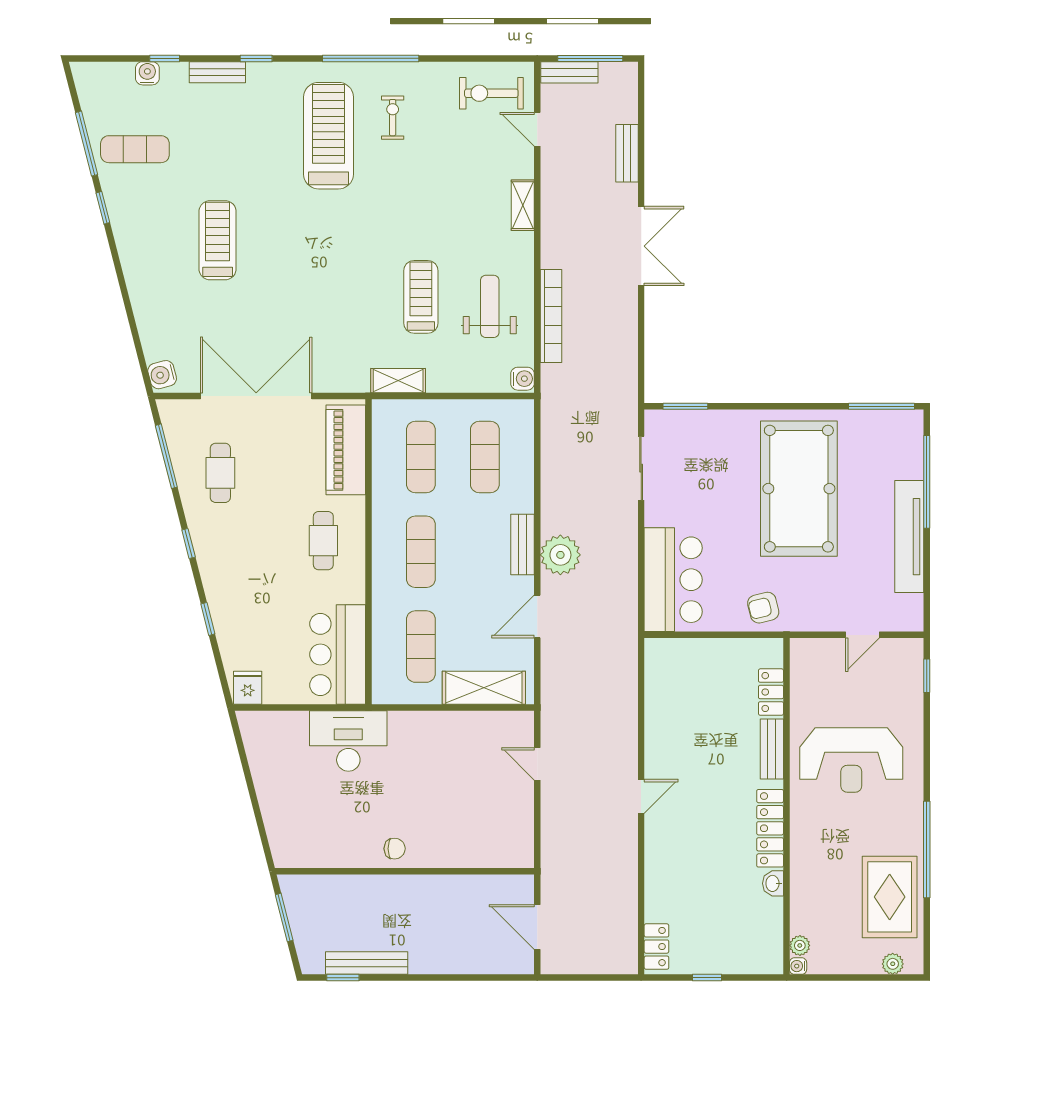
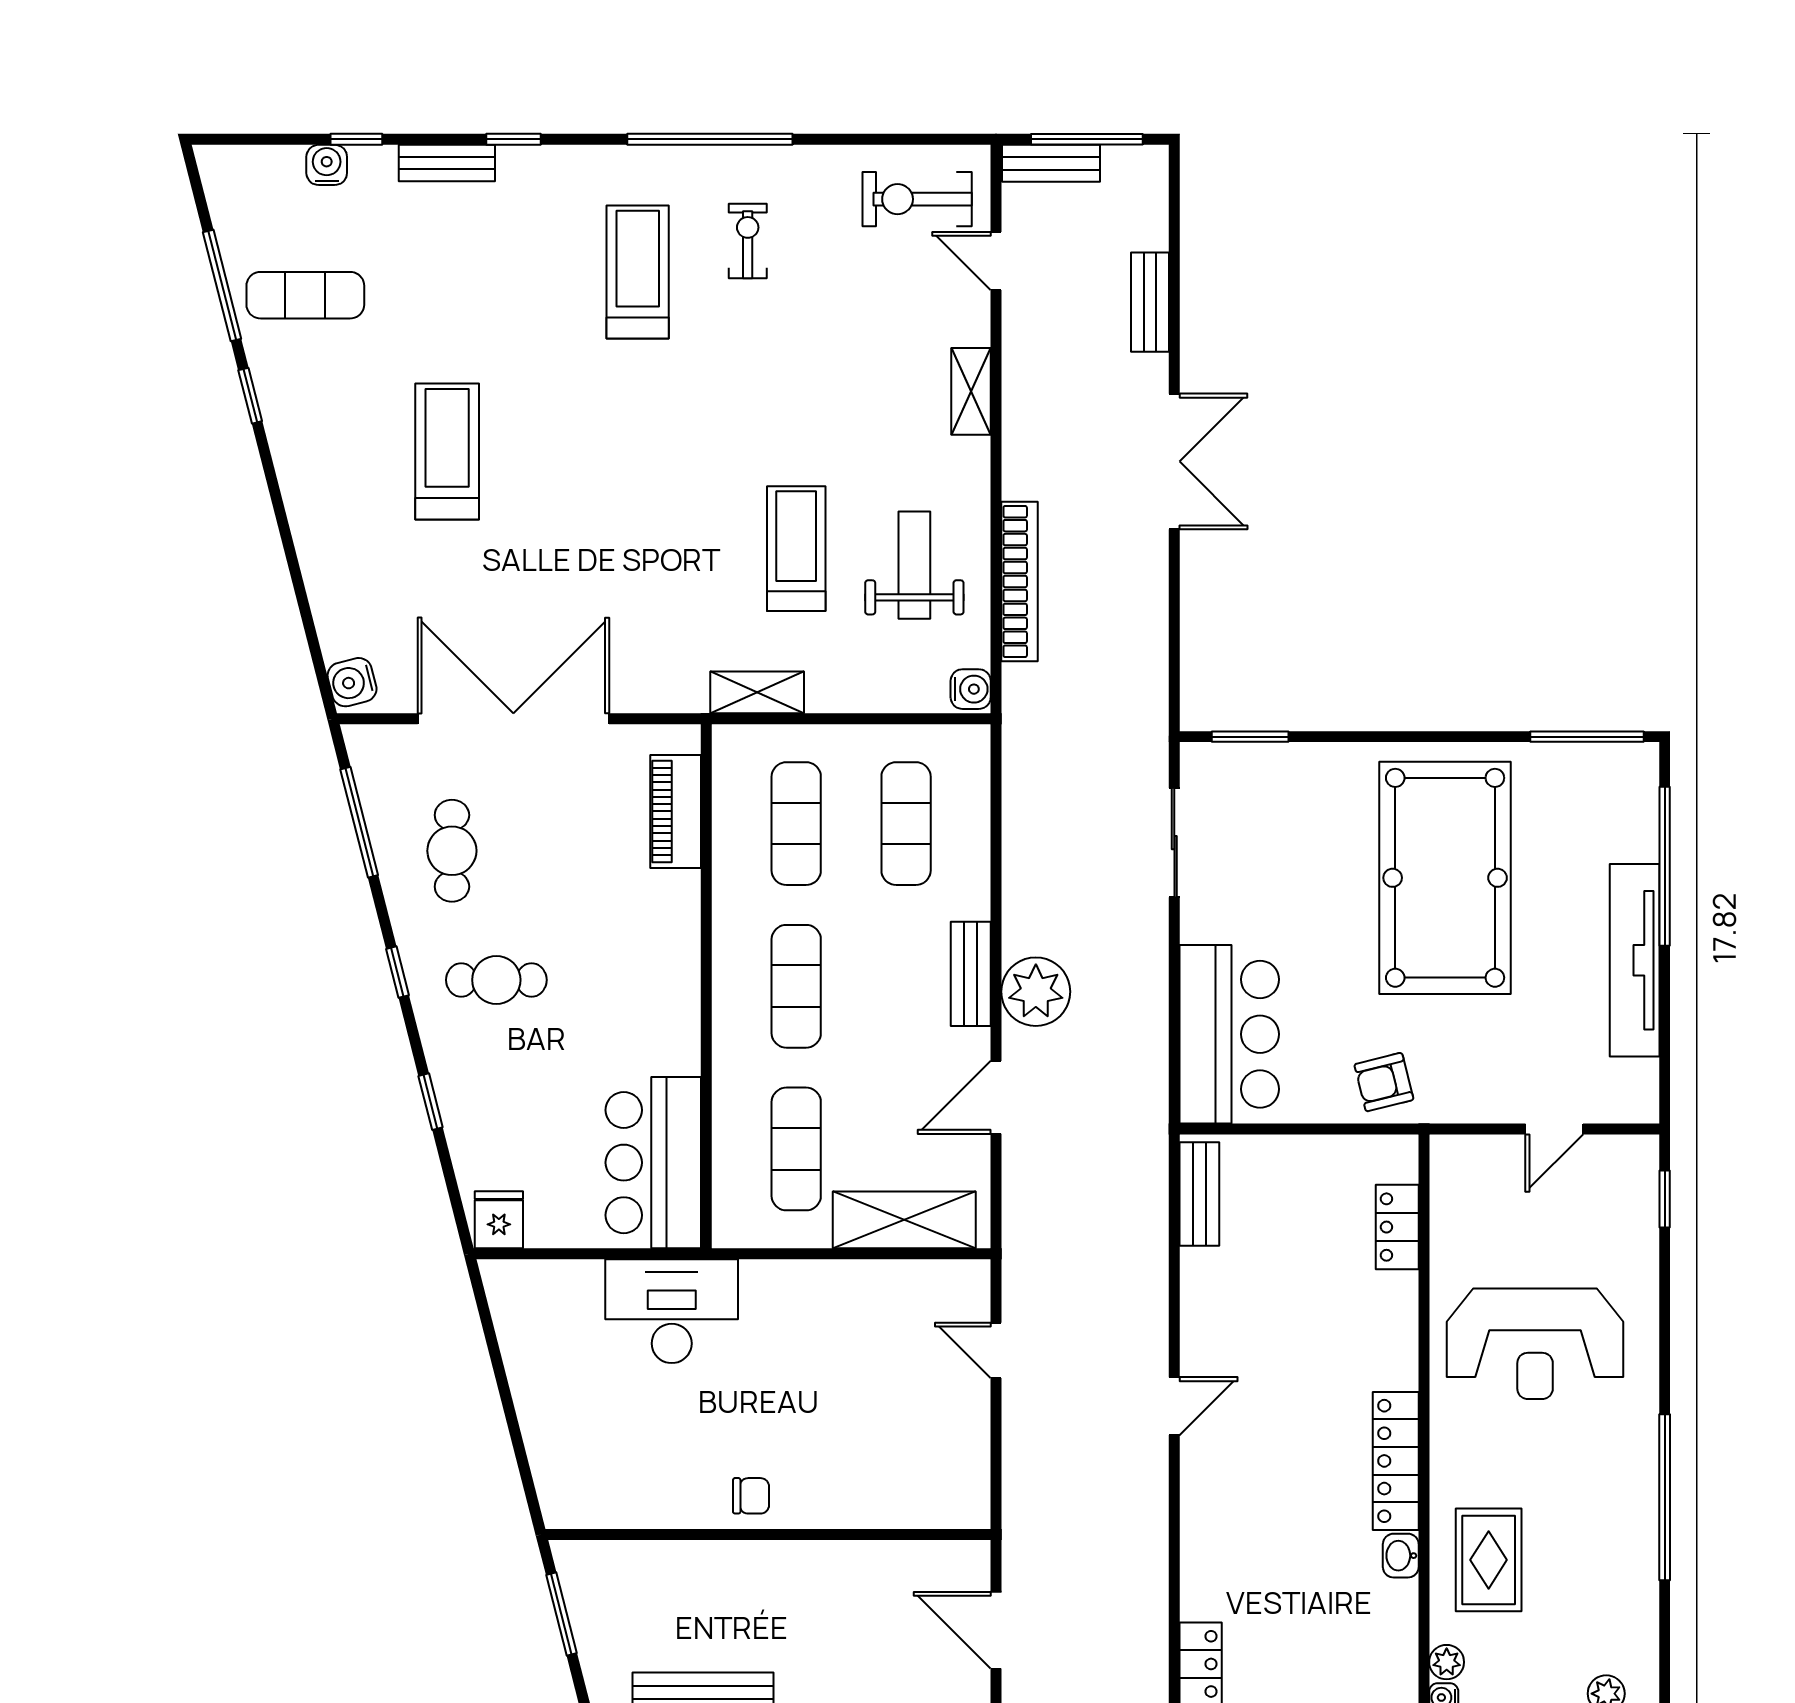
treadmill: (329, 136) -> (638, 272), width x0.73, depth x0.73
piano: (346, 450) -> (676, 811), width x0.73, depth x0.75
cafe table: (323, 541) -> (496, 980), moved, turned 90
bench: (772, 749) -> (1199, 1194), moved
rug: (890, 897) -> (1489, 1560), moved, width x0.73, depth x0.70

